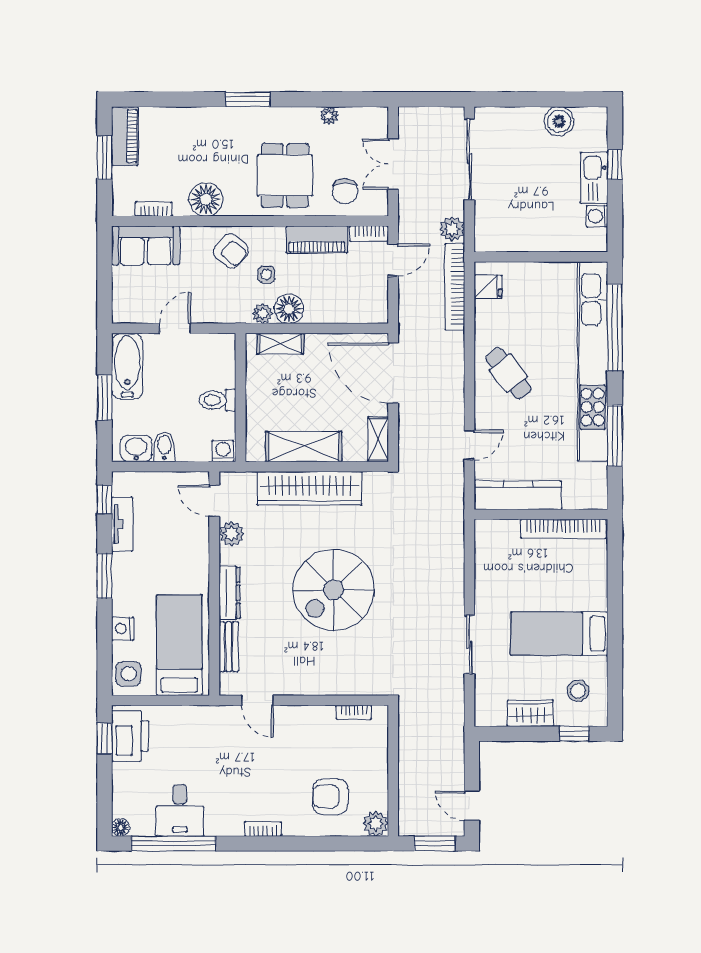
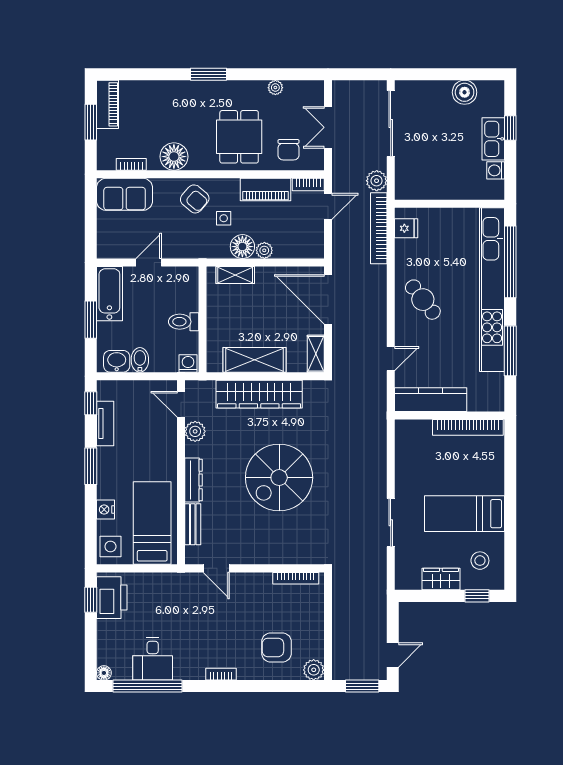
plant: (262, 314) -> (264, 250), moved
bookcase: (354, 712) -> (296, 578), width x1.56
door: (472, 806) -> (393, 655), swing flipped

